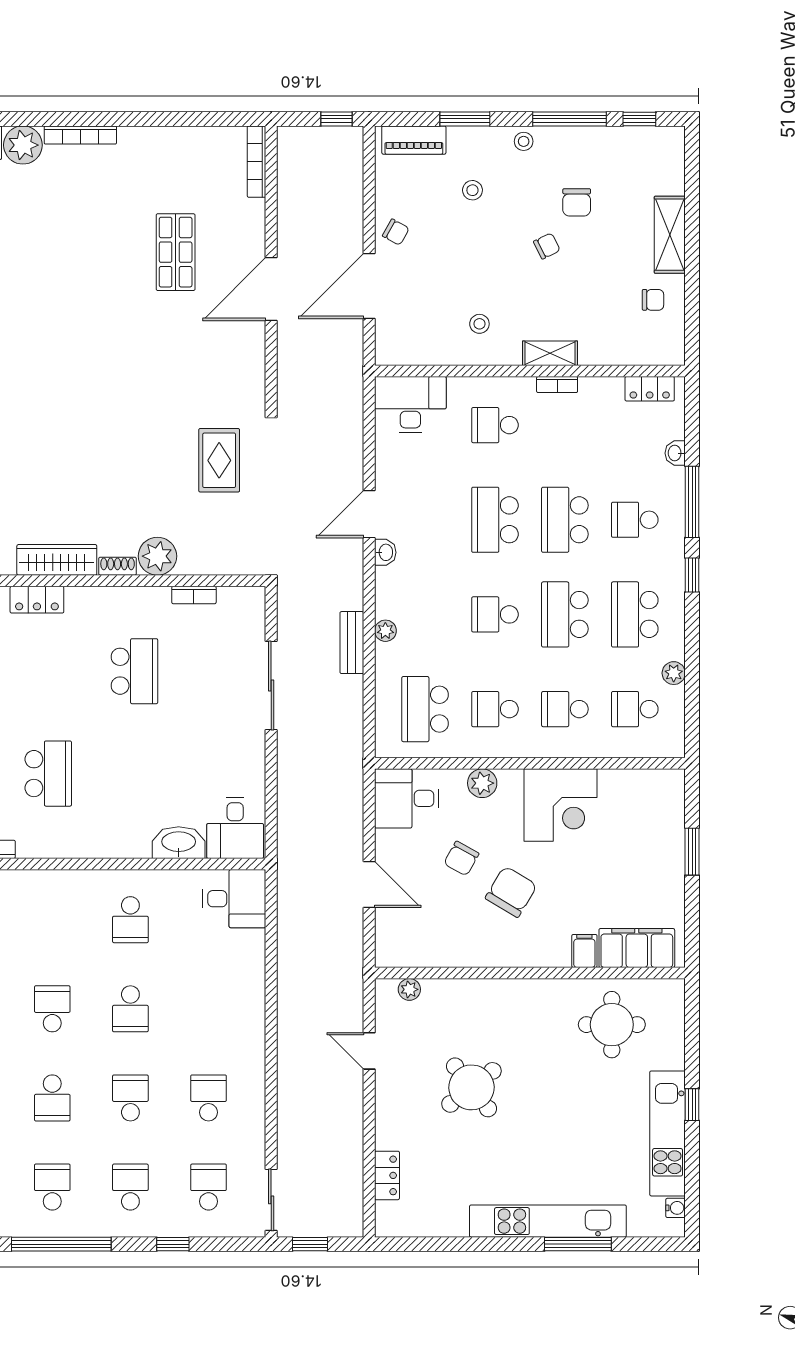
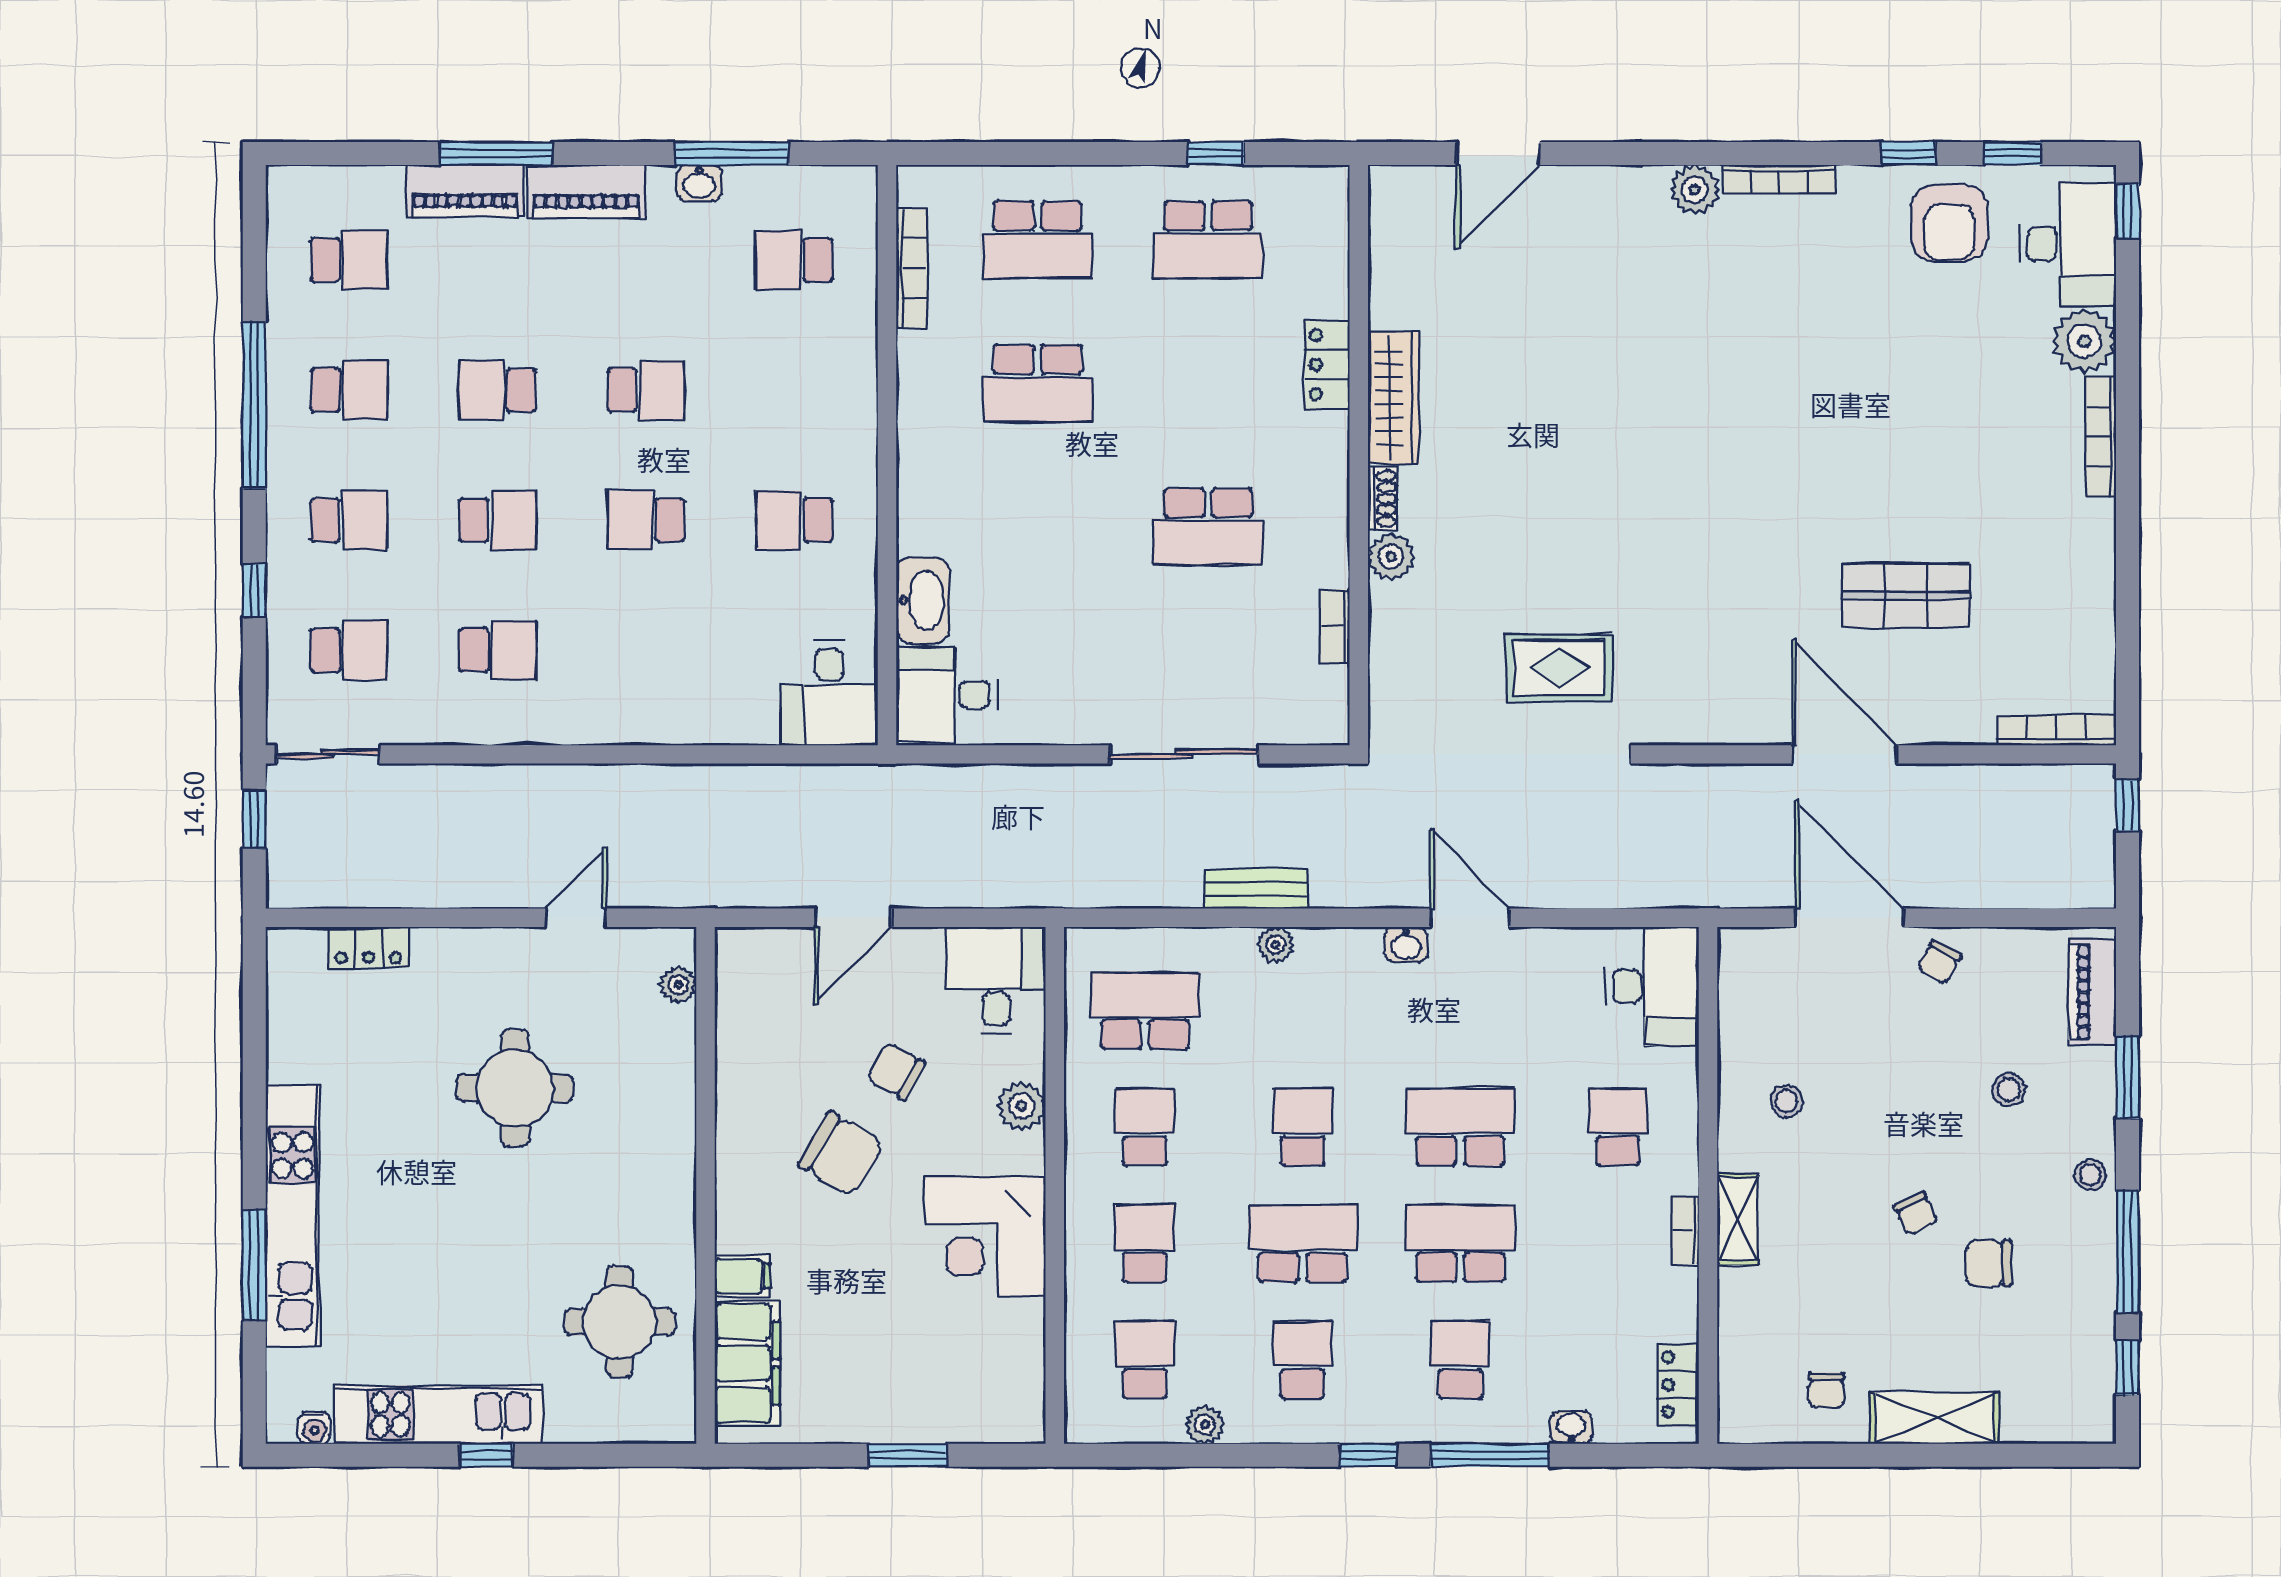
window: (336, 119) -> (2128, 805), moved
plant: (157, 556) -> (1391, 557), width x0.73, depth x0.73
school desk: (635, 614) -> (1303, 1360), width x0.54
round table: (471, 1087) -> (515, 1088), turned 38

